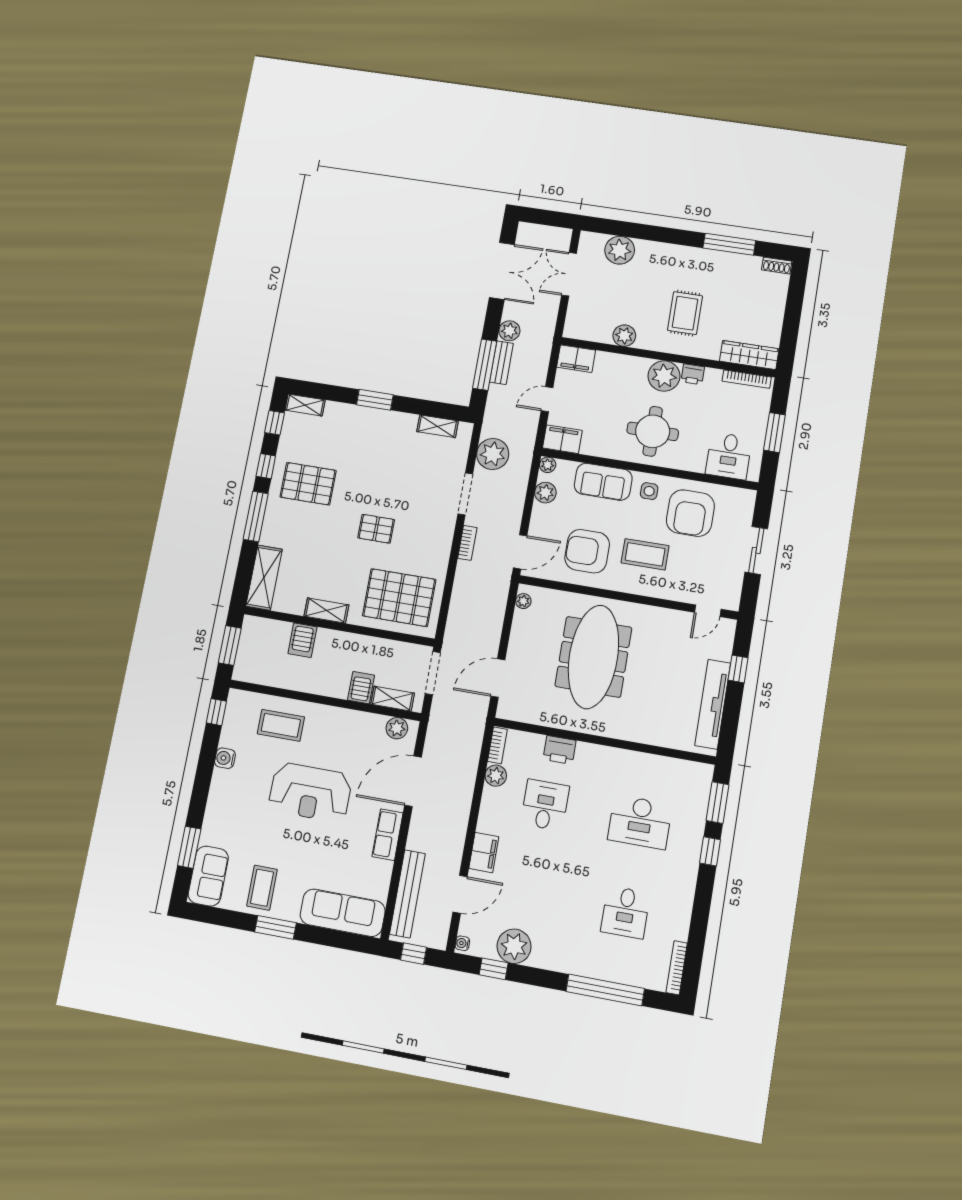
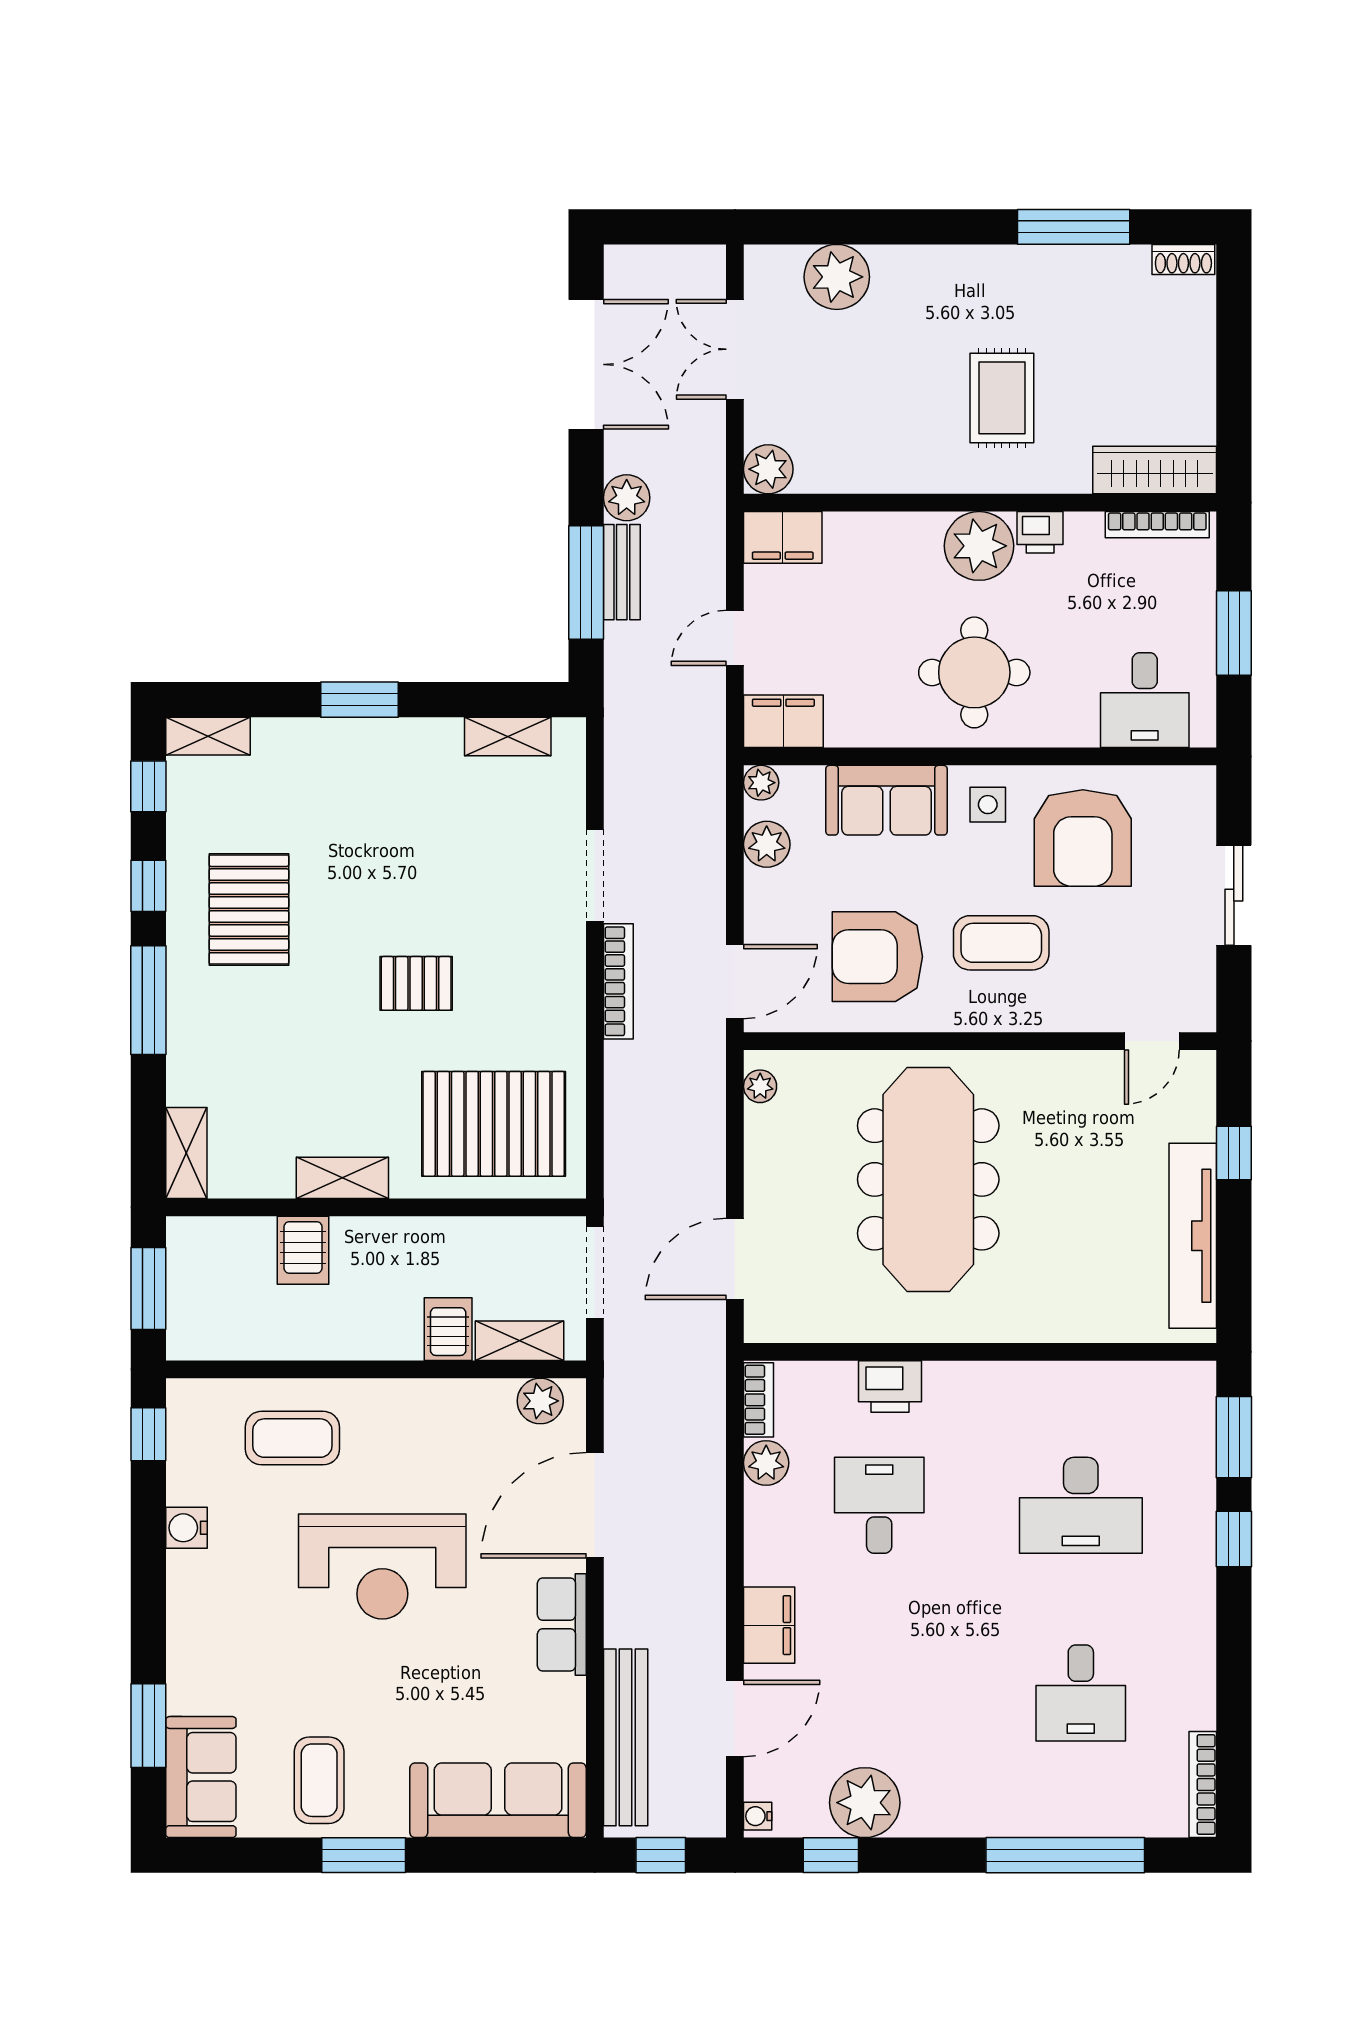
plant: (624, 336) -> (768, 469), moved
plant: (493, 454) -> (639, 778), removed
pallet: (308, 484) -> (249, 910), turned 90
bookcase: (467, 543) -> (618, 981), width x1.56
shelving: (264, 578) -> (186, 1153), width x0.67, depth x0.75

